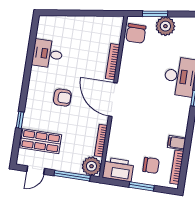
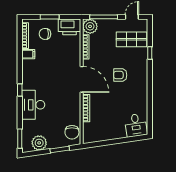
plant: (165, 26) -> (39, 143), moved
chair: (136, 33) -> (72, 132), turned 180
desk: (47, 54) -> (136, 125), moved, turned 82

